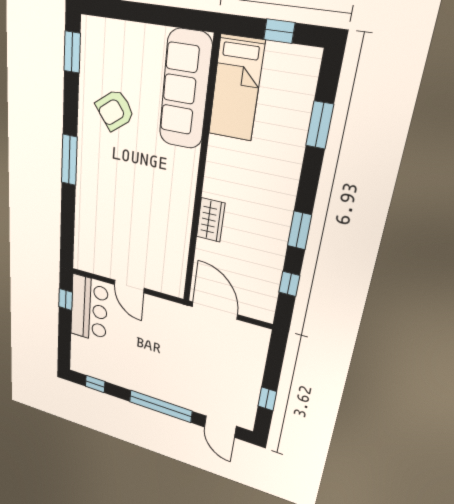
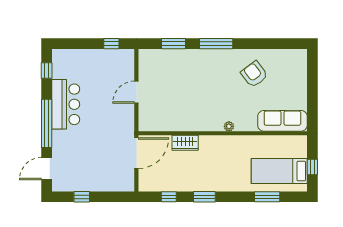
window: (72, 52) -> (173, 44), moved
bed: (236, 88) -> (279, 171), moved
sofa: (185, 90) -> (282, 121), width x0.74, depth x0.79
plant: (191, 166) -> (229, 126), added
wardrobe: (211, 220) -> (185, 143), moved
bar counter: (89, 309) -> (66, 104), moved, turned -90

